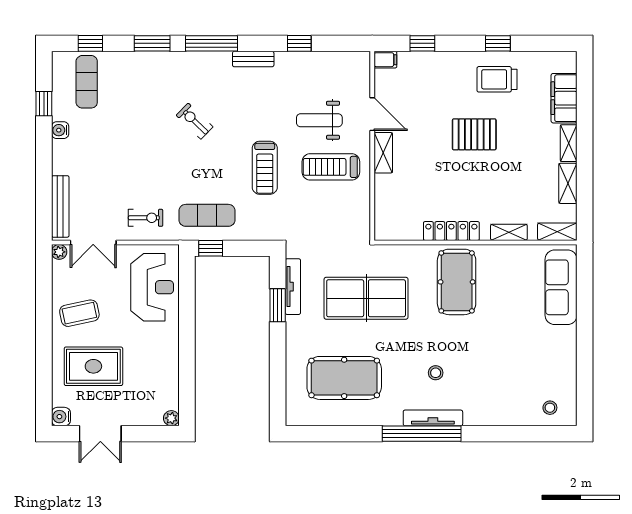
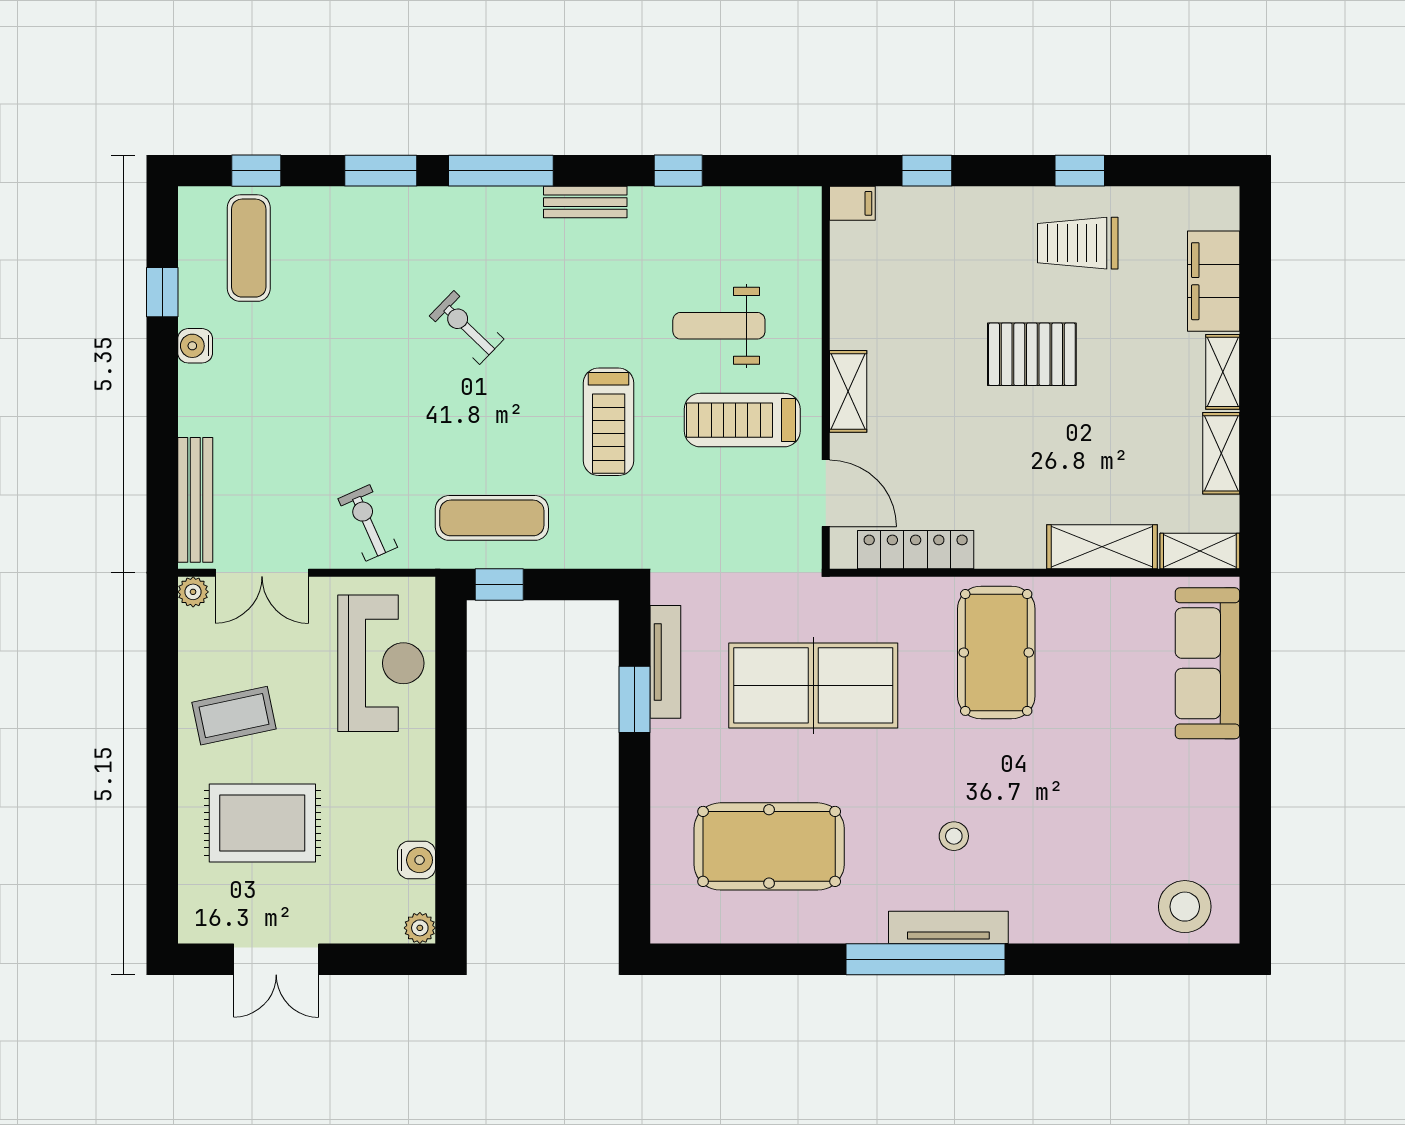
door: (372, 114) -> (826, 493), moved
exercise bike: (146, 218) -> (368, 523), turned -114
locker: (451, 231) -> (916, 550), moved
shelving: (509, 232) -> (1102, 547), width x1.50, depth x1.33
stool: (550, 408) -> (1185, 907), width x1.89, depth x1.89
water cooler: (61, 417) -> (417, 860), moved, turned 180

